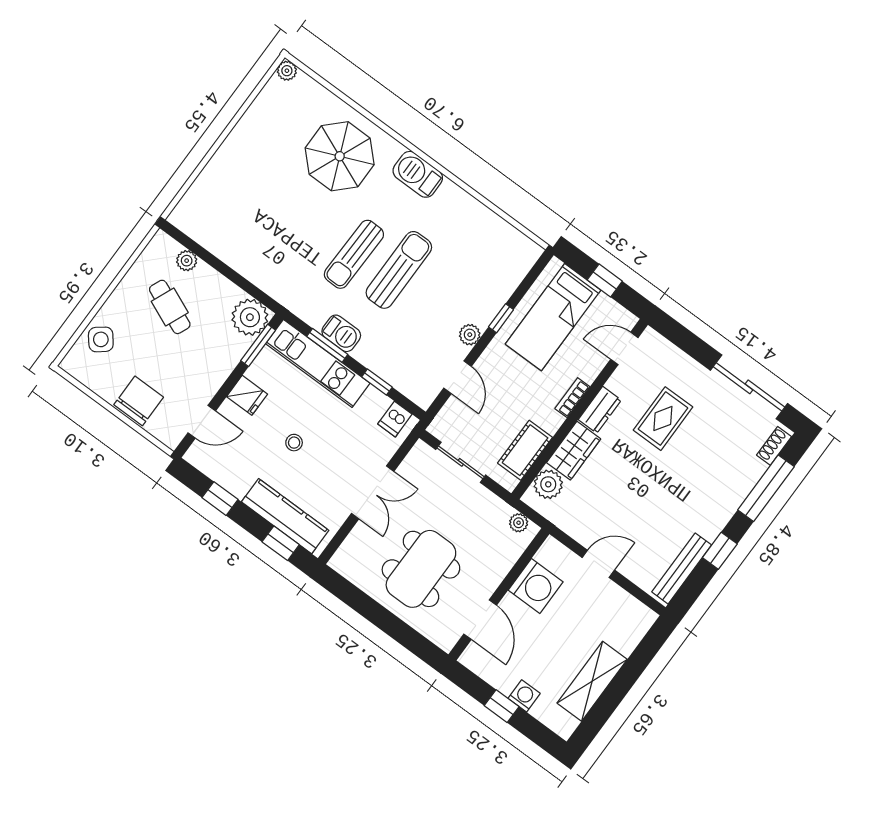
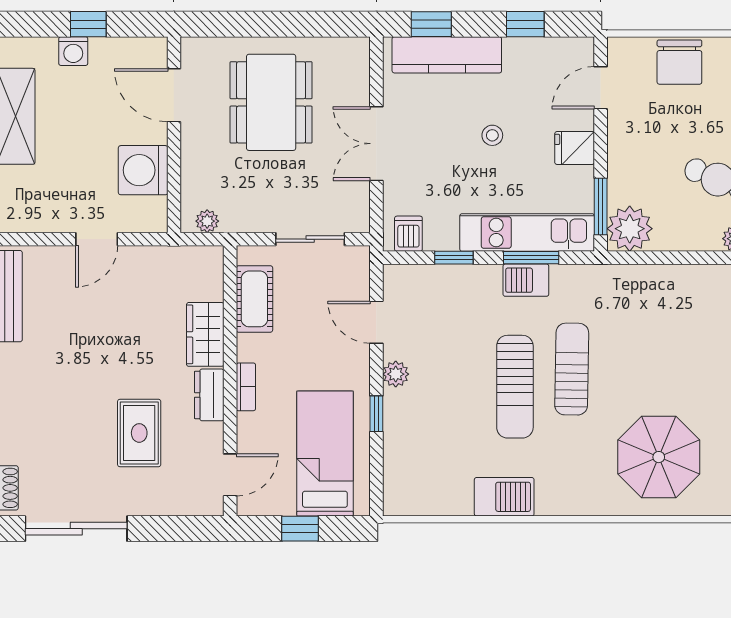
barbecue: (418, 174) -> (504, 497), moved
plant: (548, 484) -> (206, 282), removed

